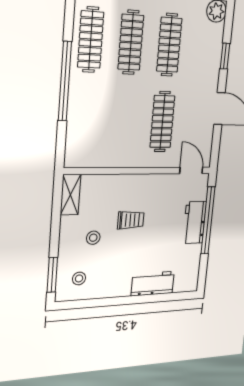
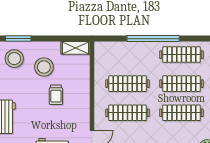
clothes rail: (124, 121) -> (128, 84), added
stool: (93, 238) -> (44, 67), width x1.89, depth x1.89
stool: (79, 278) -> (14, 59), width x1.89, depth x1.89

